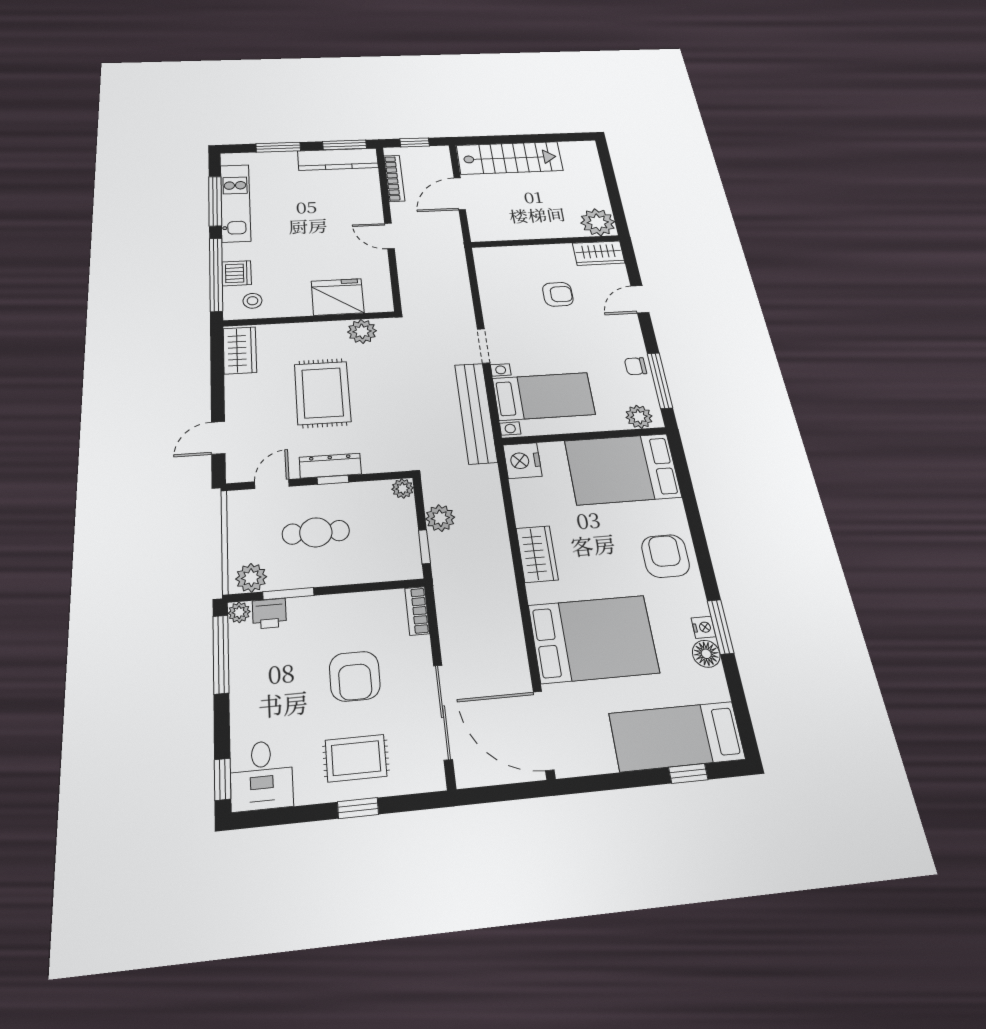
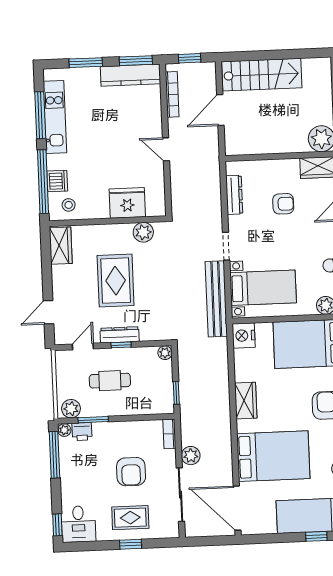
dresser: (488, 285) -> (234, 195), added
plant: (440, 518) -> (191, 456), moved

